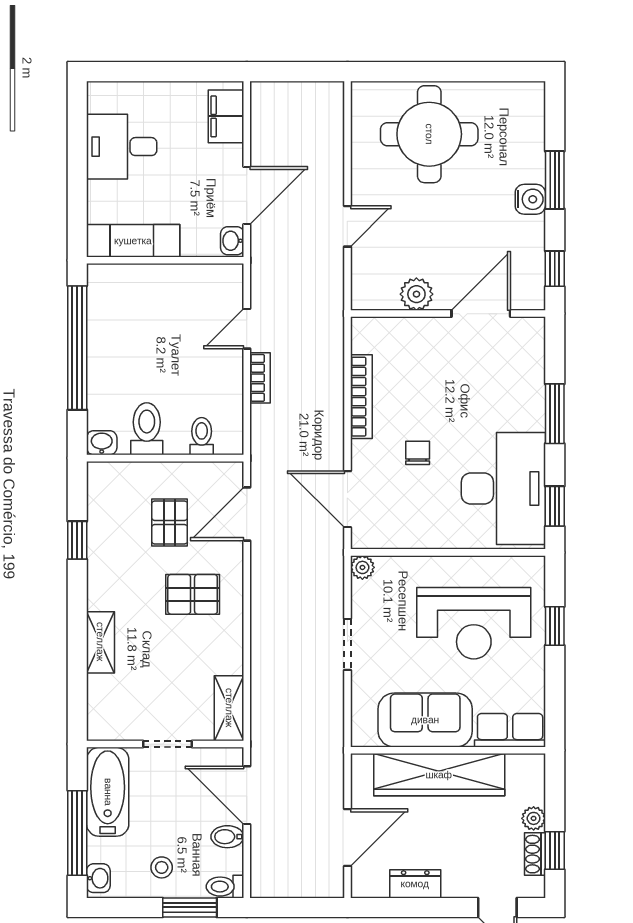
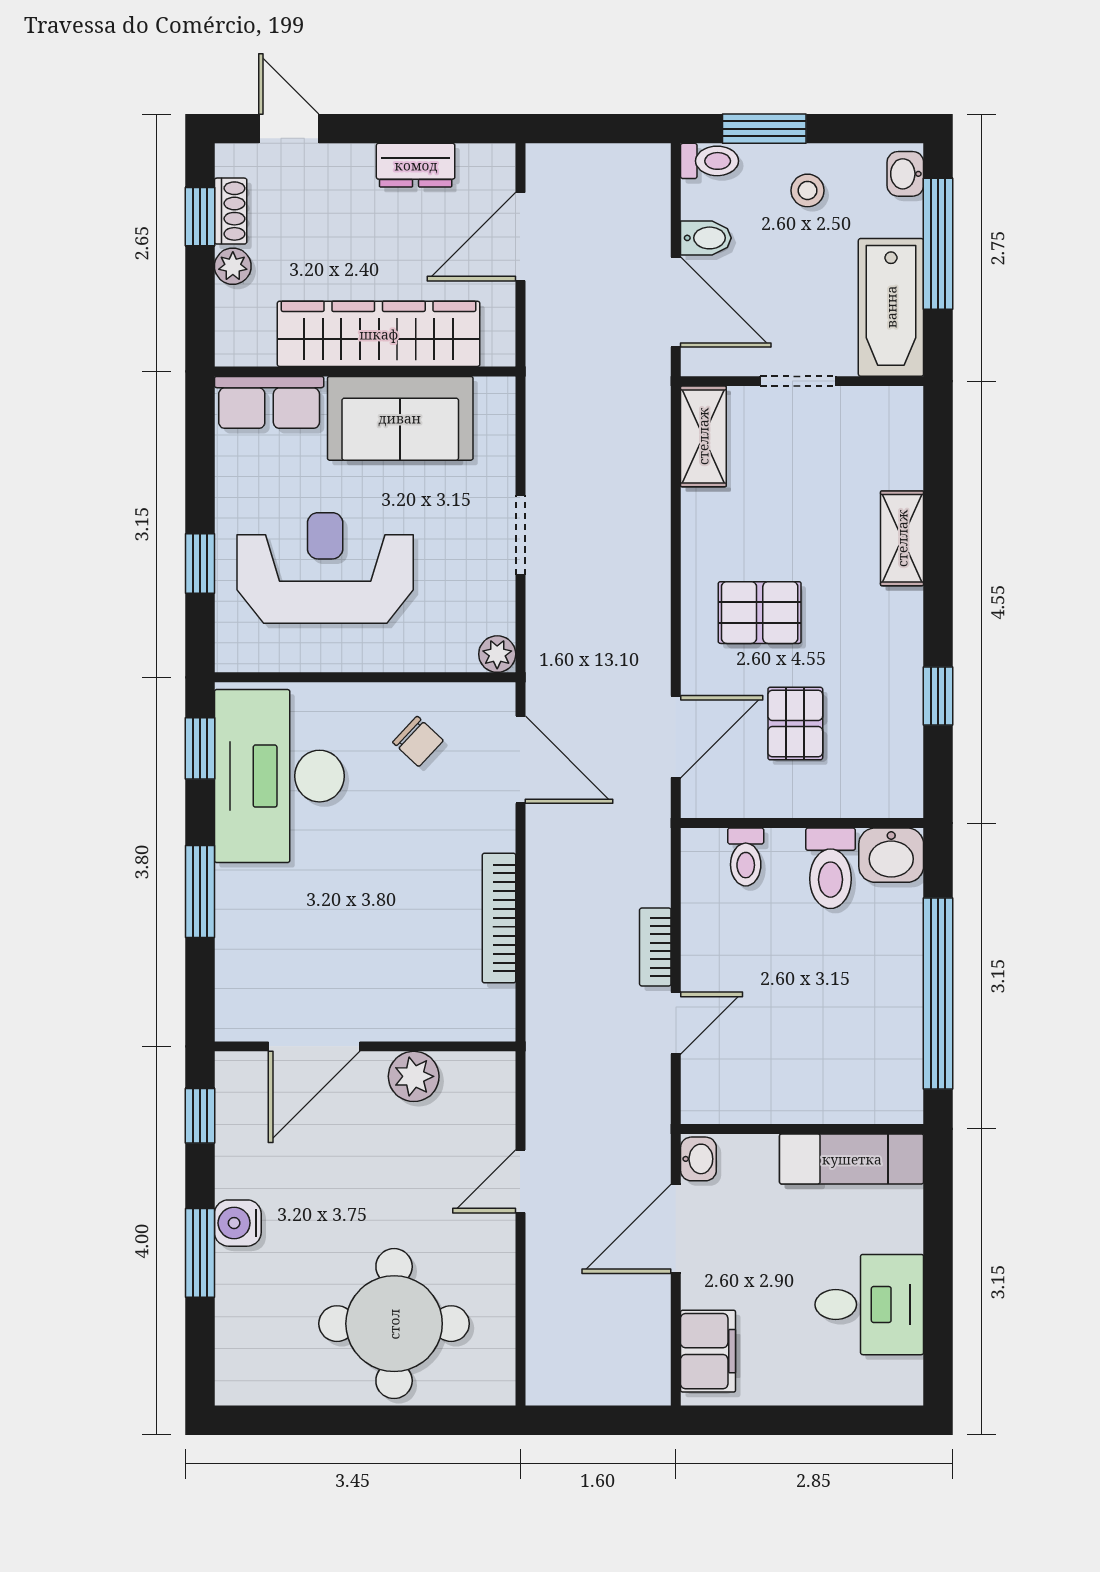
washbasin: (102, 443) -> (891, 855), width x1.38, depth x1.45
chair: (418, 453) -> (418, 741), moved, turned -47

